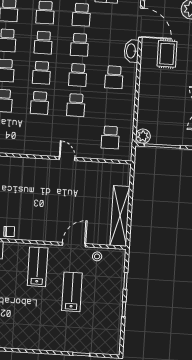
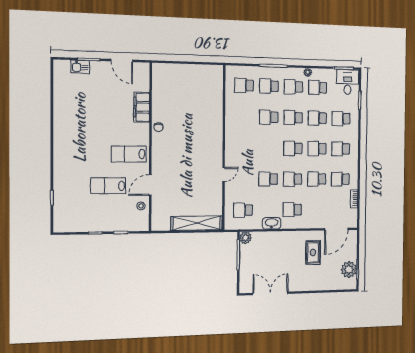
washbasin: (131, 51) -> (272, 223), moved
rug: (167, 54) -> (313, 252), turned 90
school desk: (40, 103) -> (268, 148), removed
shelving: (120, 216) -> (197, 223), moved
door: (74, 245) -> (150, 185), swing flipped
lab bench: (38, 267) -> (129, 154), turned 180
lab bench: (72, 292) -> (108, 186), turned 180

